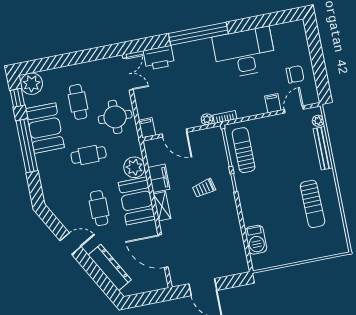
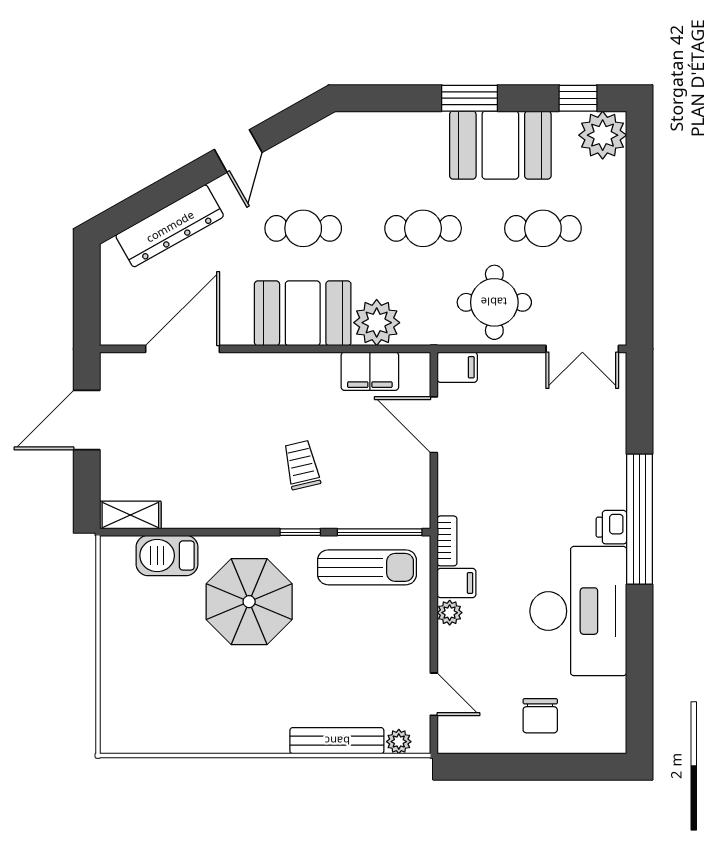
printer: (159, 58) -> (611, 527), moved, width x0.53, depth x0.68
chair: (295, 74) -> (540, 716), moved
filing cabinet: (273, 103) -> (456, 583), moved
plant: (207, 119) -> (450, 613), moved
door: (175, 133) -> (434, 425), hinge flipped
window: (27, 146) -> (470, 98), width x0.47
cafe table: (89, 155) -> (423, 228), turned 90
filing cabinet: (159, 178) -> (370, 371), moved
parasol: (269, 199) -> (249, 602), added
sun lounger: (313, 204) -> (220, 694), removed
shelving: (162, 206) -> (130, 515), moved

